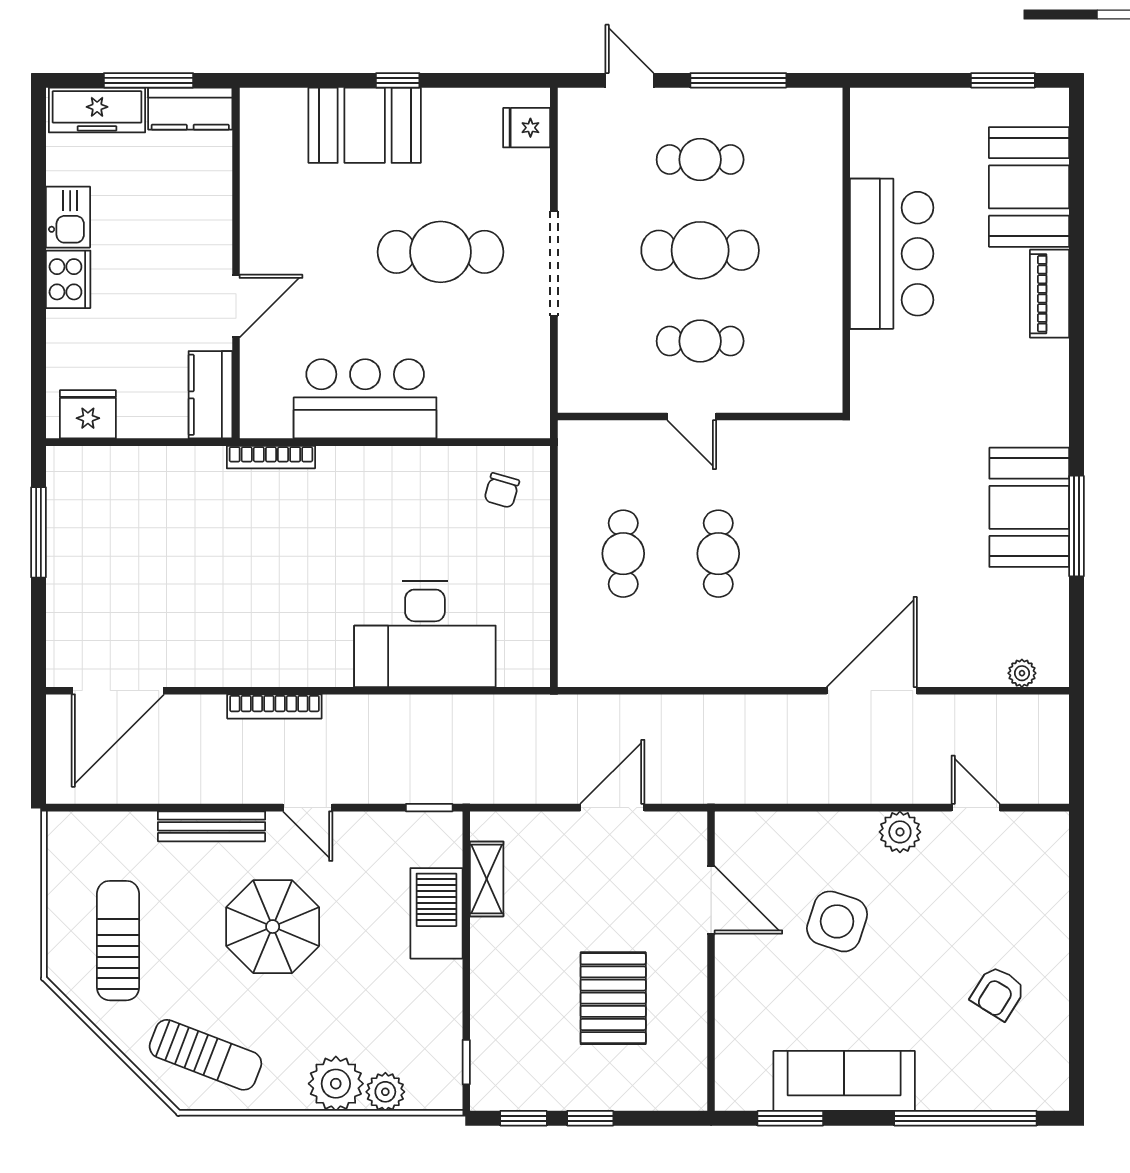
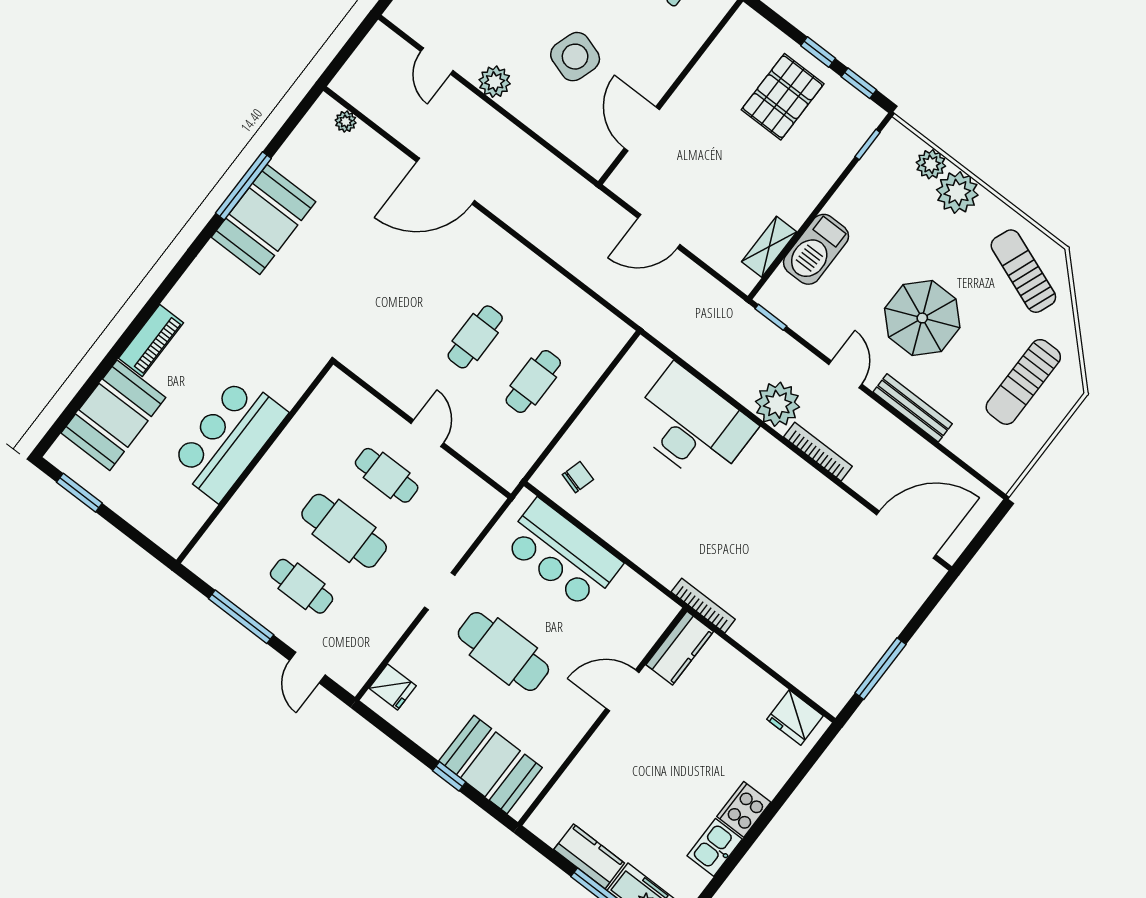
wall: (236, 263) -> (602, 717), moved
doorway: (554, 264) -> (440, 591), width x0.53
door: (236, 306) -> (623, 690), moved
kitchen counter: (210, 395) -> (680, 648), moved
bar counter: (365, 399) -> (562, 554), moved
plant: (354, 723) -> (777, 404), added
pallet: (613, 998) -> (783, 97), moved

